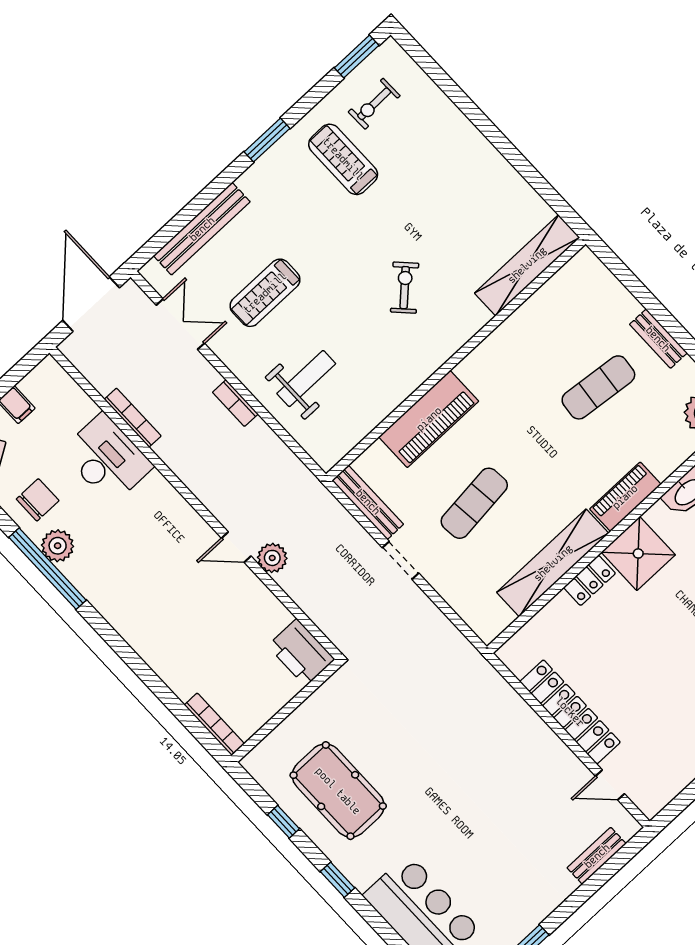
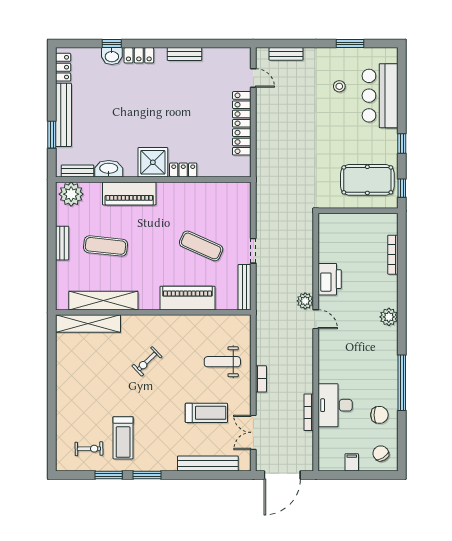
window: (357, 57) -> (109, 475), moved
piano: (625, 497) -> (129, 193), width x1.37, depth x1.33
chair: (38, 500) -> (379, 415), turned 180
exercise mat: (474, 503) -> (201, 246), turned 30
plant: (58, 546) -> (389, 317), moved
shelving: (553, 563) -> (103, 301), moved
printer: (301, 653) -> (330, 279), moved
wall: (286, 711) -> (358, 211), moved
pool table: (338, 791) -> (367, 180), turned 90
stool: (488, 878) -> (339, 86), added

